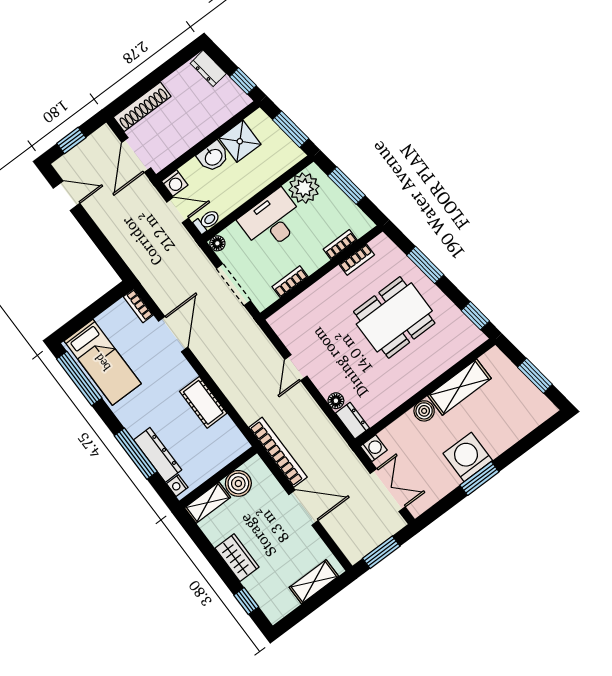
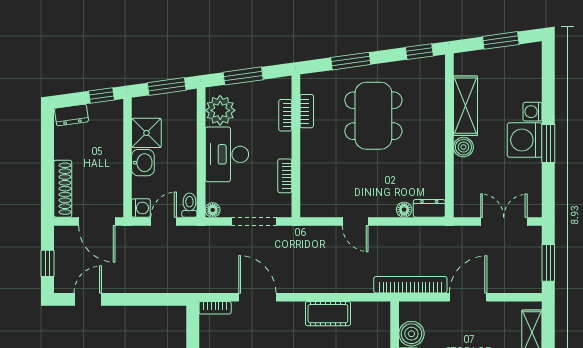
washing machine: (374, 448) -> (533, 112), moved, turned -90

